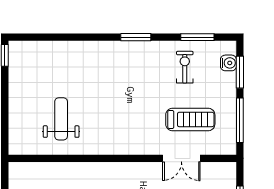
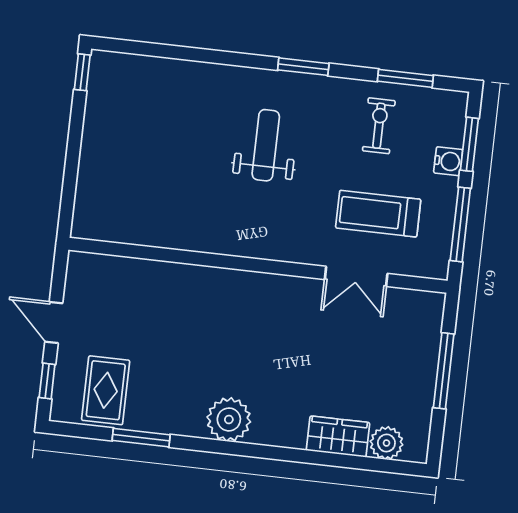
water cooler: (228, 63) -> (448, 161), moved
weight bench: (61, 119) -> (266, 145), moved
treadmill: (190, 119) -> (378, 214), turned 180

